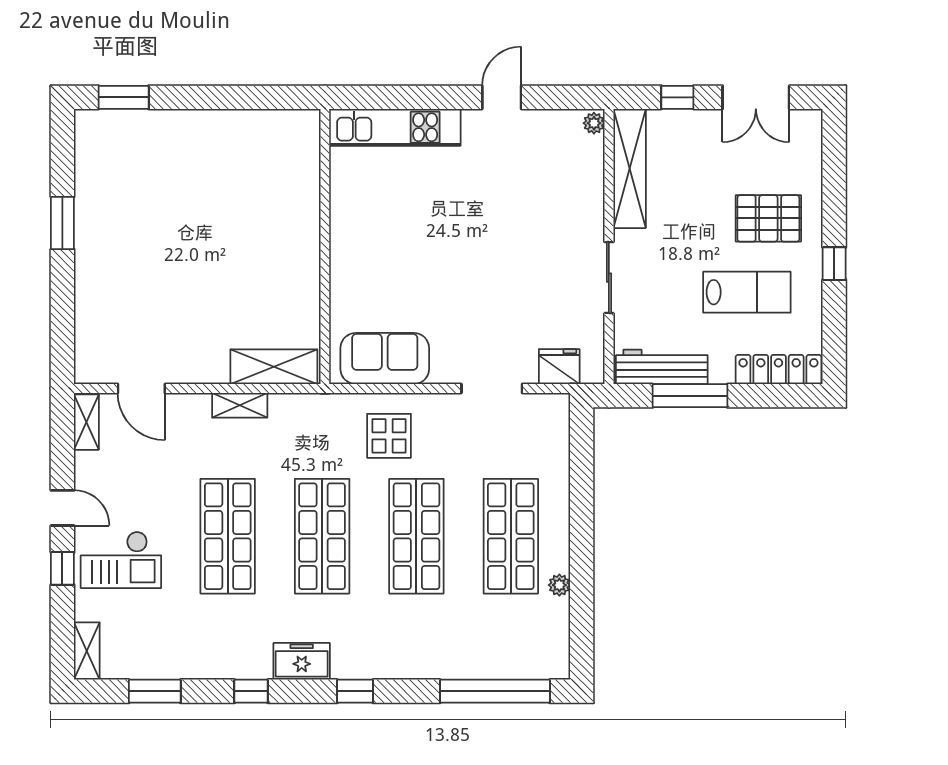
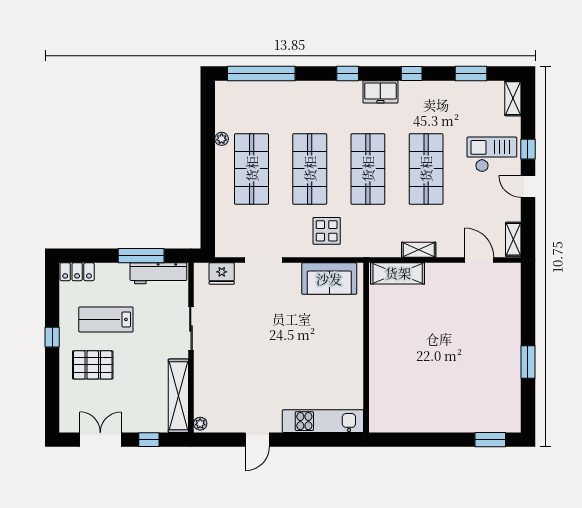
locker: (778, 370) -> (77, 272), width x0.66

